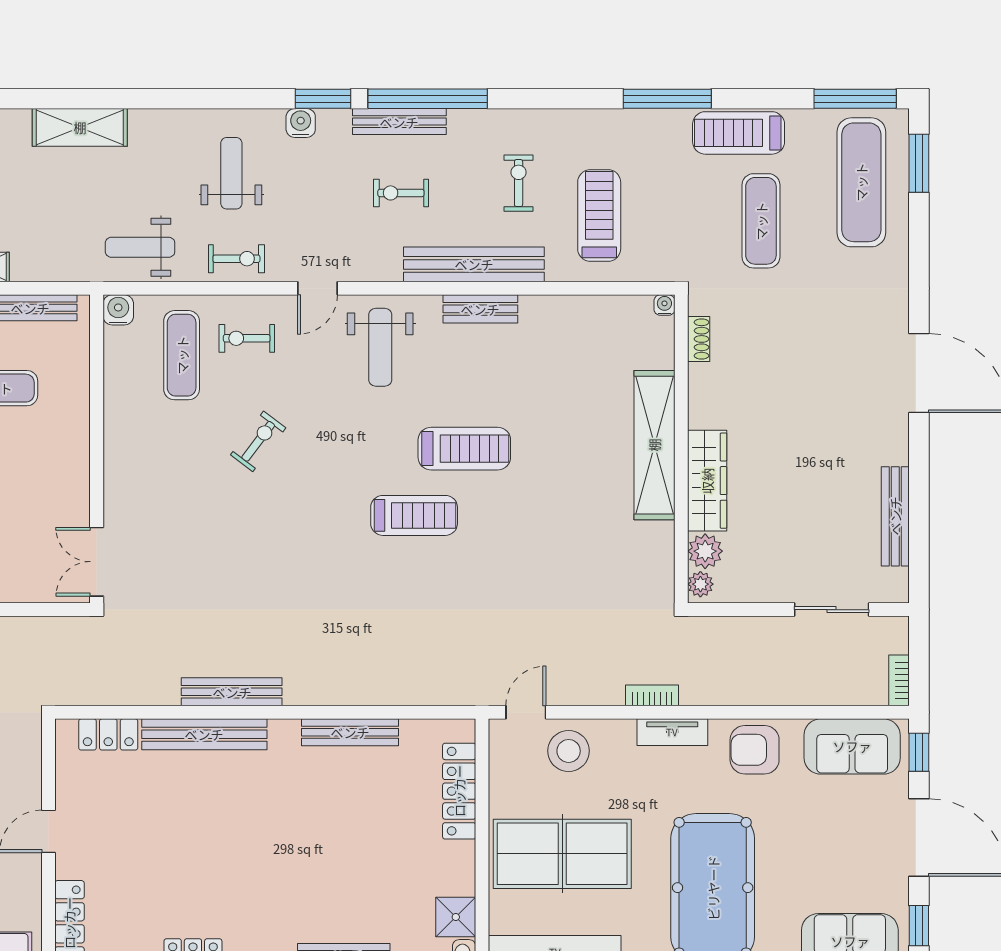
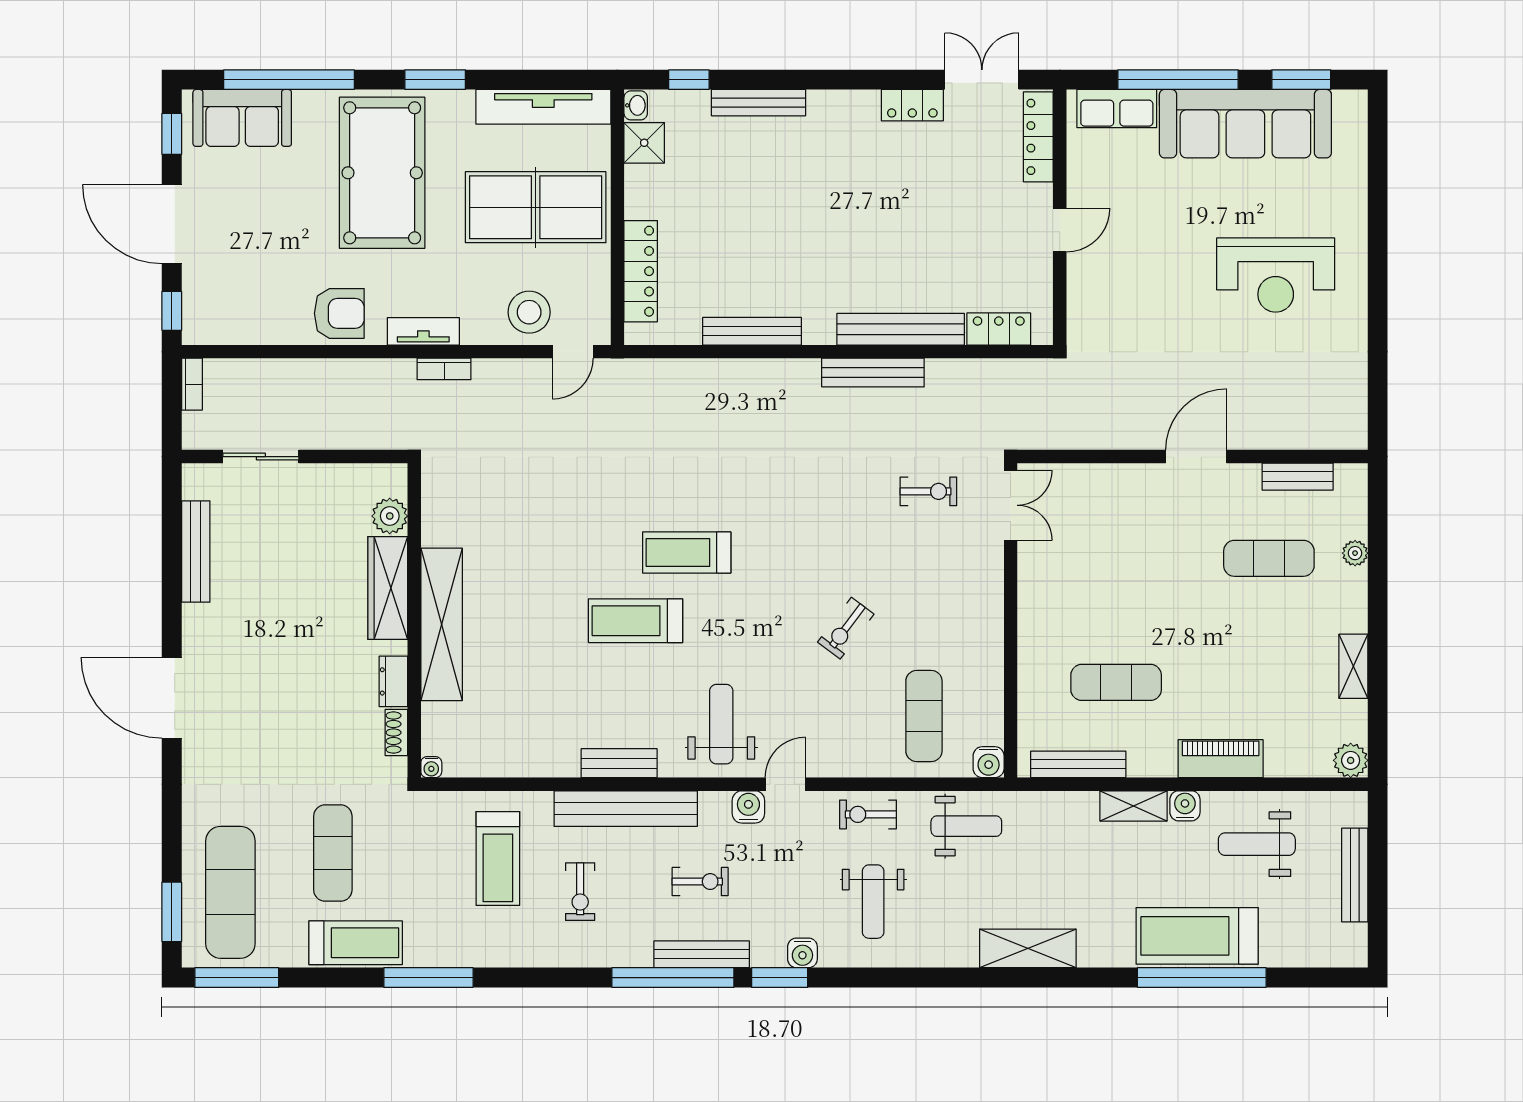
water cooler: (354, 266) -> (748, 807), added
exercise bike: (247, 338) -> (928, 491), moved
dresser: (702, 389) -> (393, 681), added
plant: (700, 584) -> (395, 482), removed
sofa: (852, 746) -> (240, 317), removed

